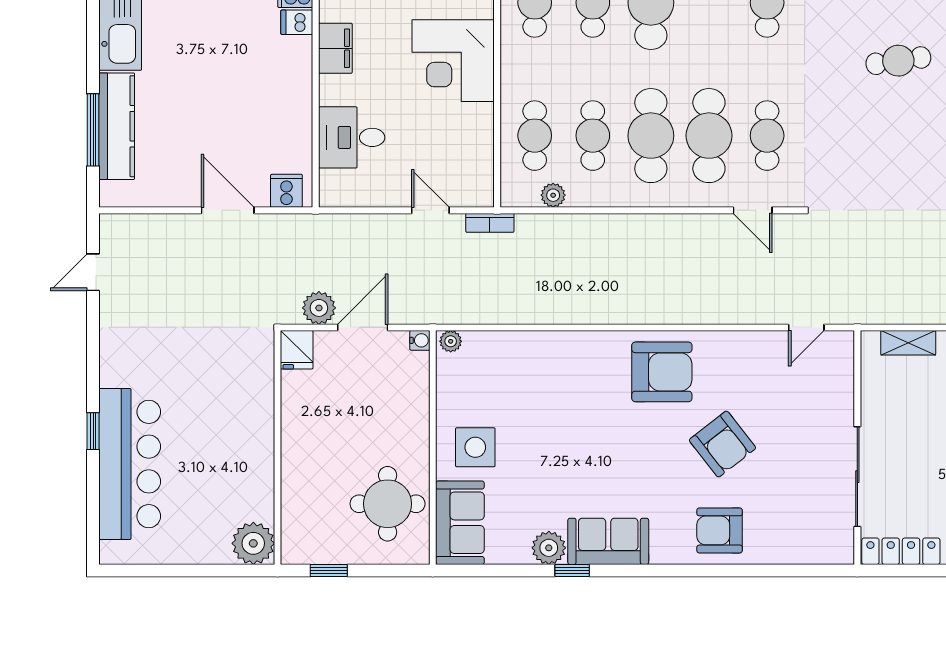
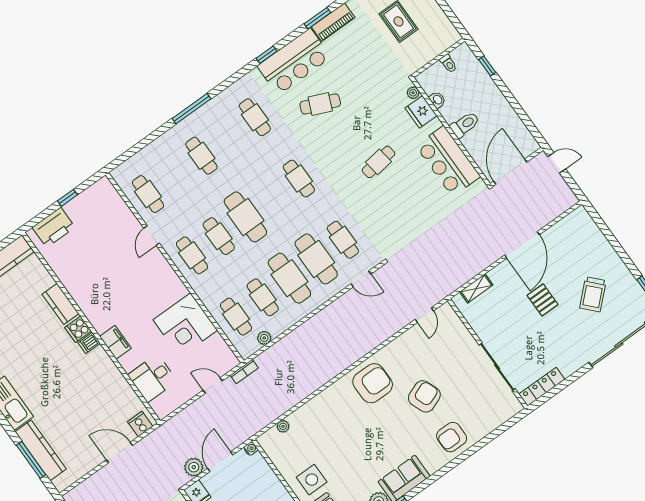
corner desk: (453, 61) -> (185, 325), moved
plant: (451, 341) -> (283, 426), moved
armchair: (722, 444) -> (424, 396), turned -73

